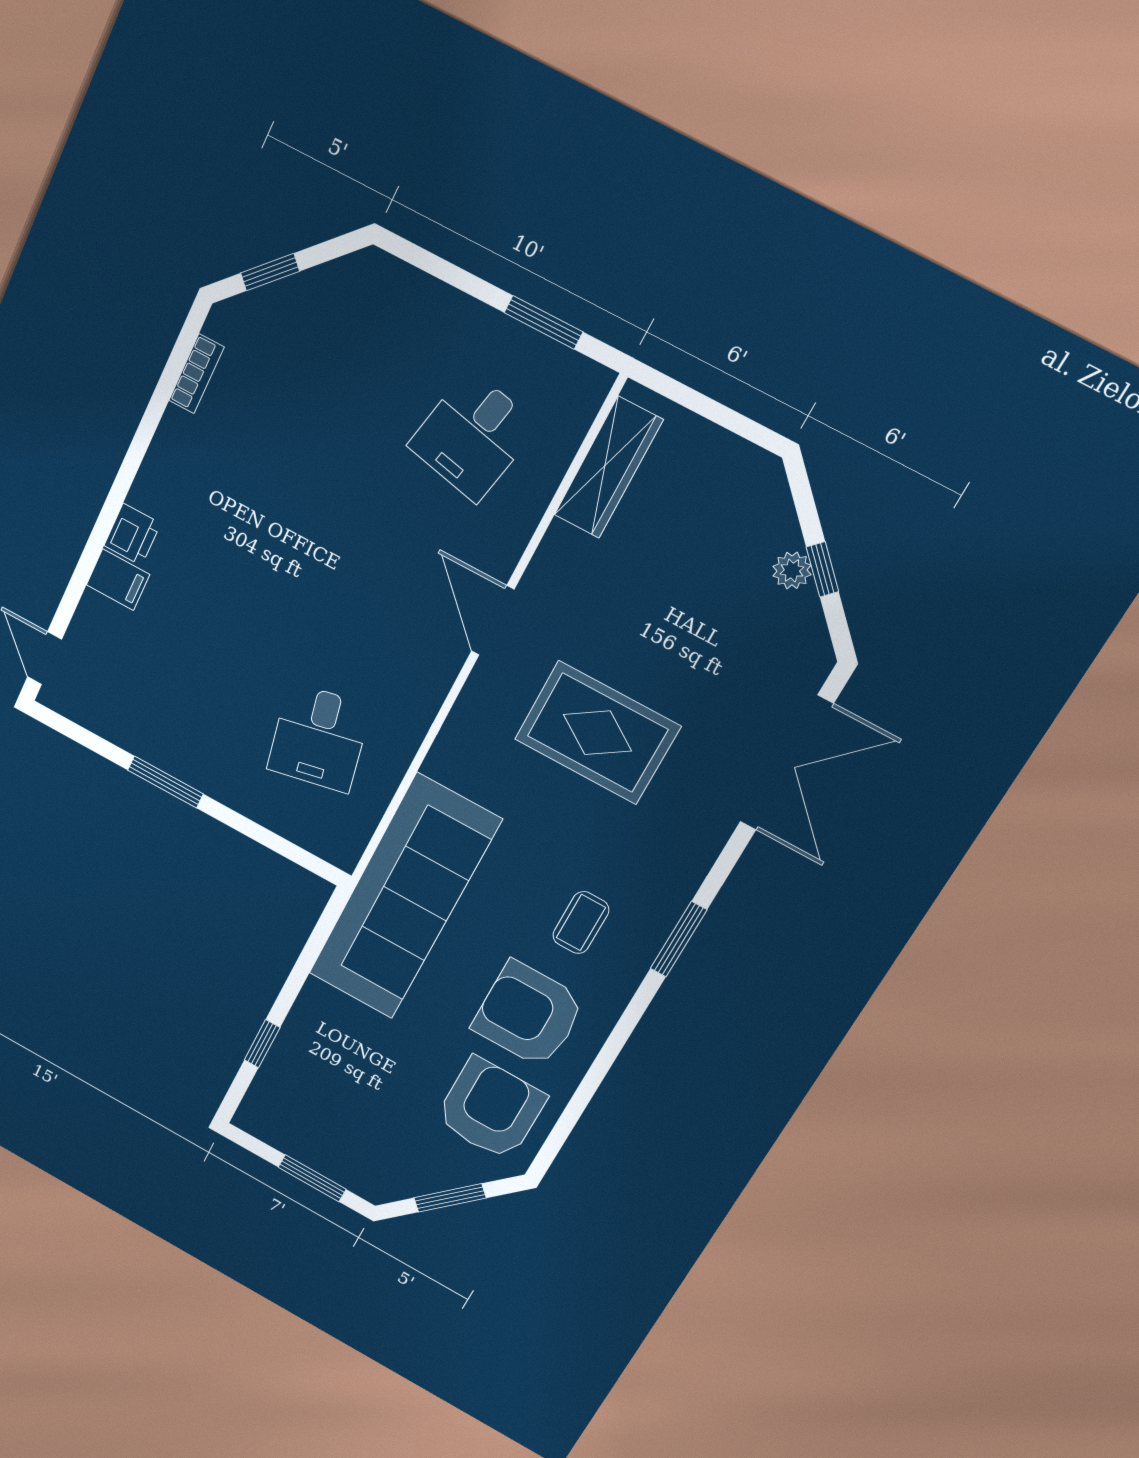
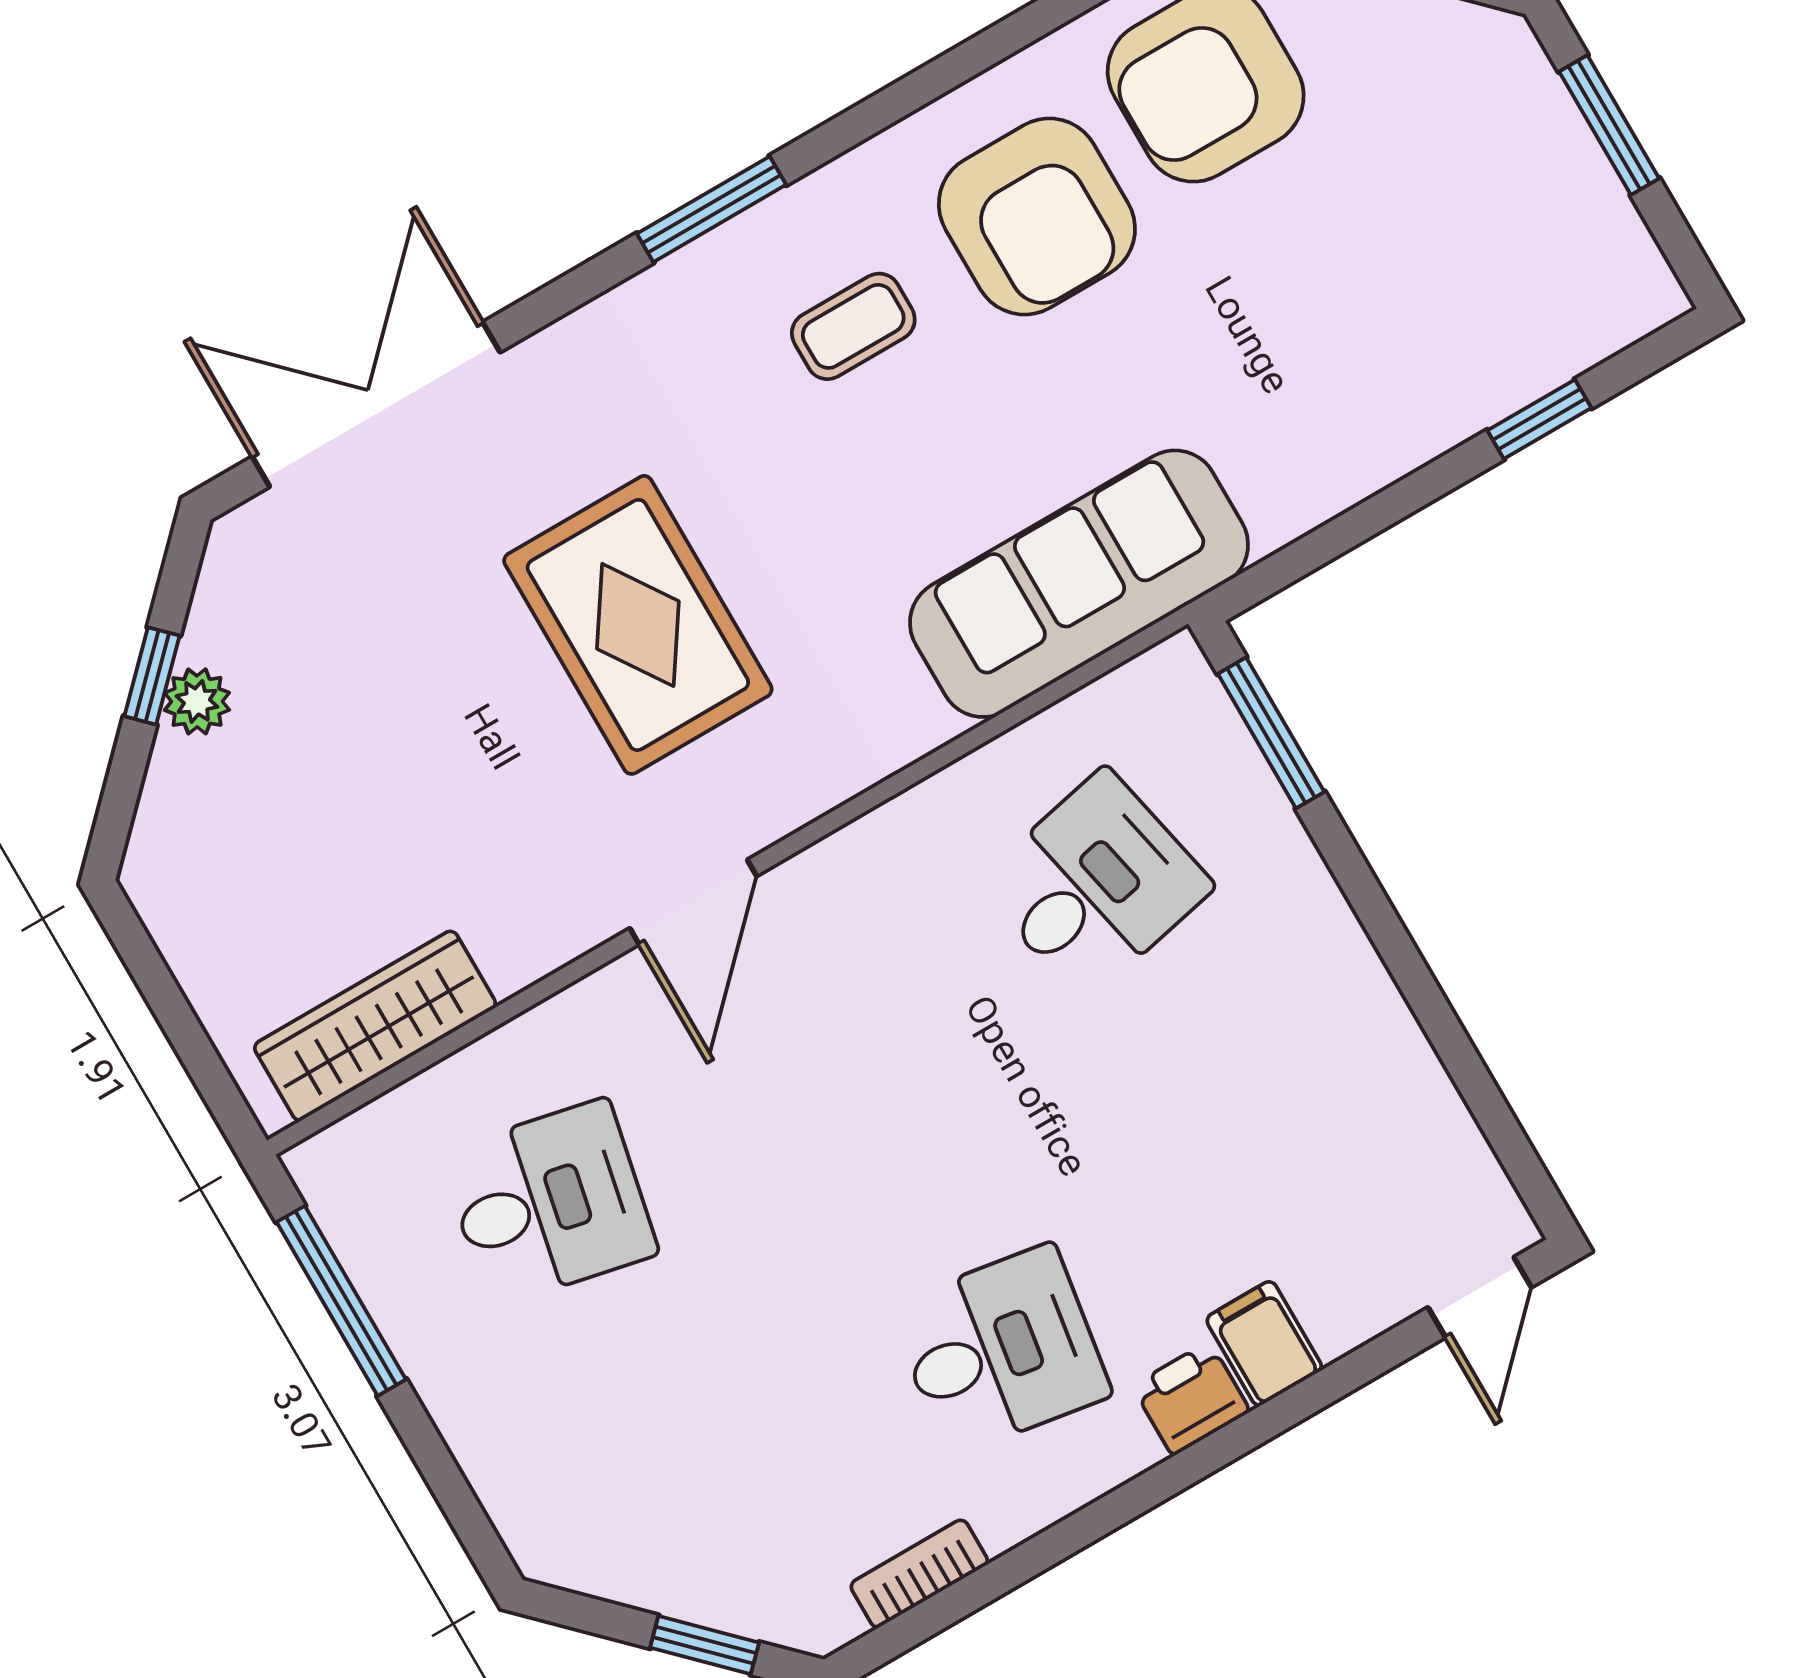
window: (544, 322) -> (341, 1301), width x1.44
desk: (227, 502) -> (1000, 1350), added
window: (165, 782) -> (1271, 733), moved
sofa: (404, 898) -> (1079, 584), width x0.74, depth x0.79

